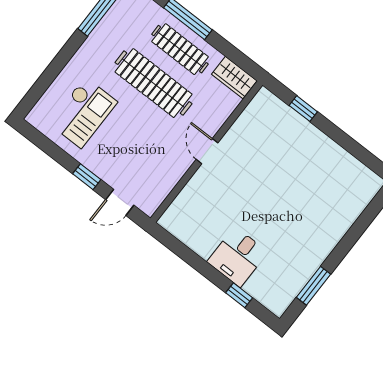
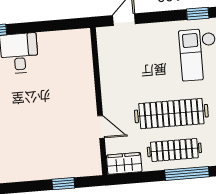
door: (207, 151) -> (101, 127), moved
window: (87, 177) -> (198, 14), moved

